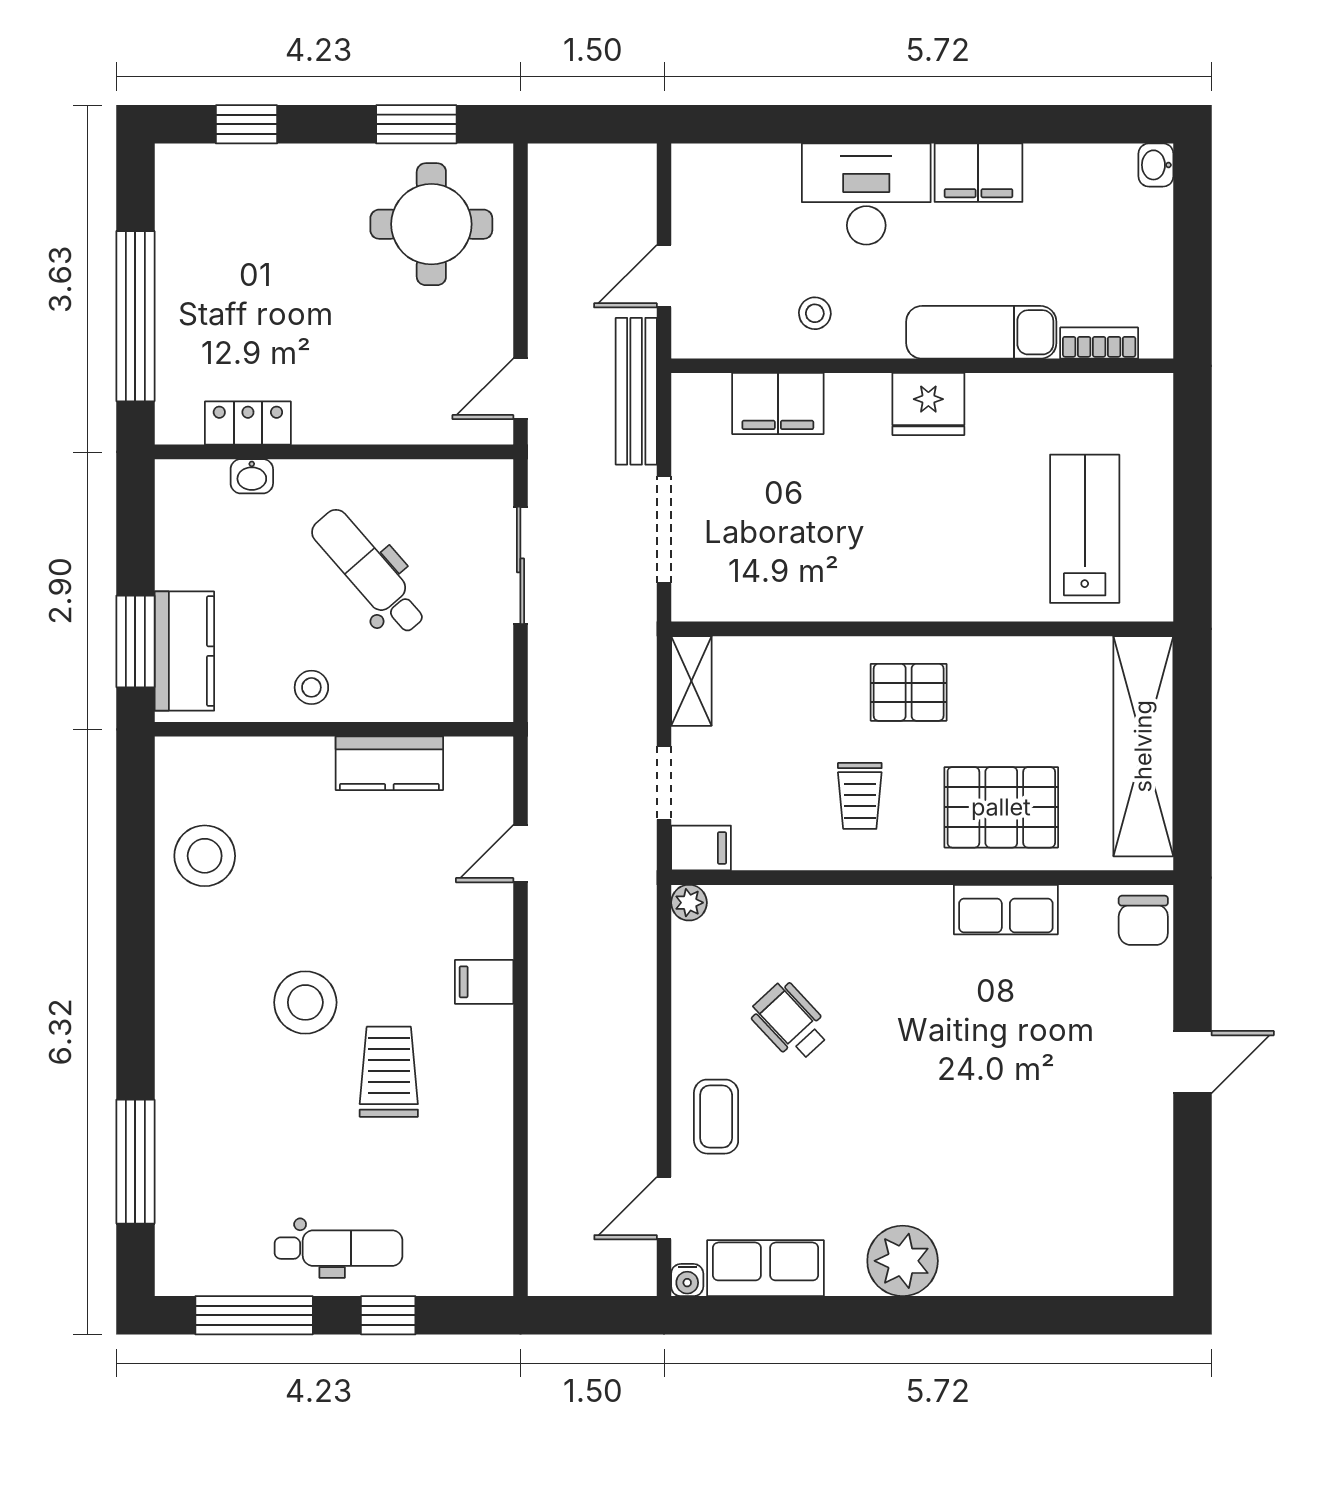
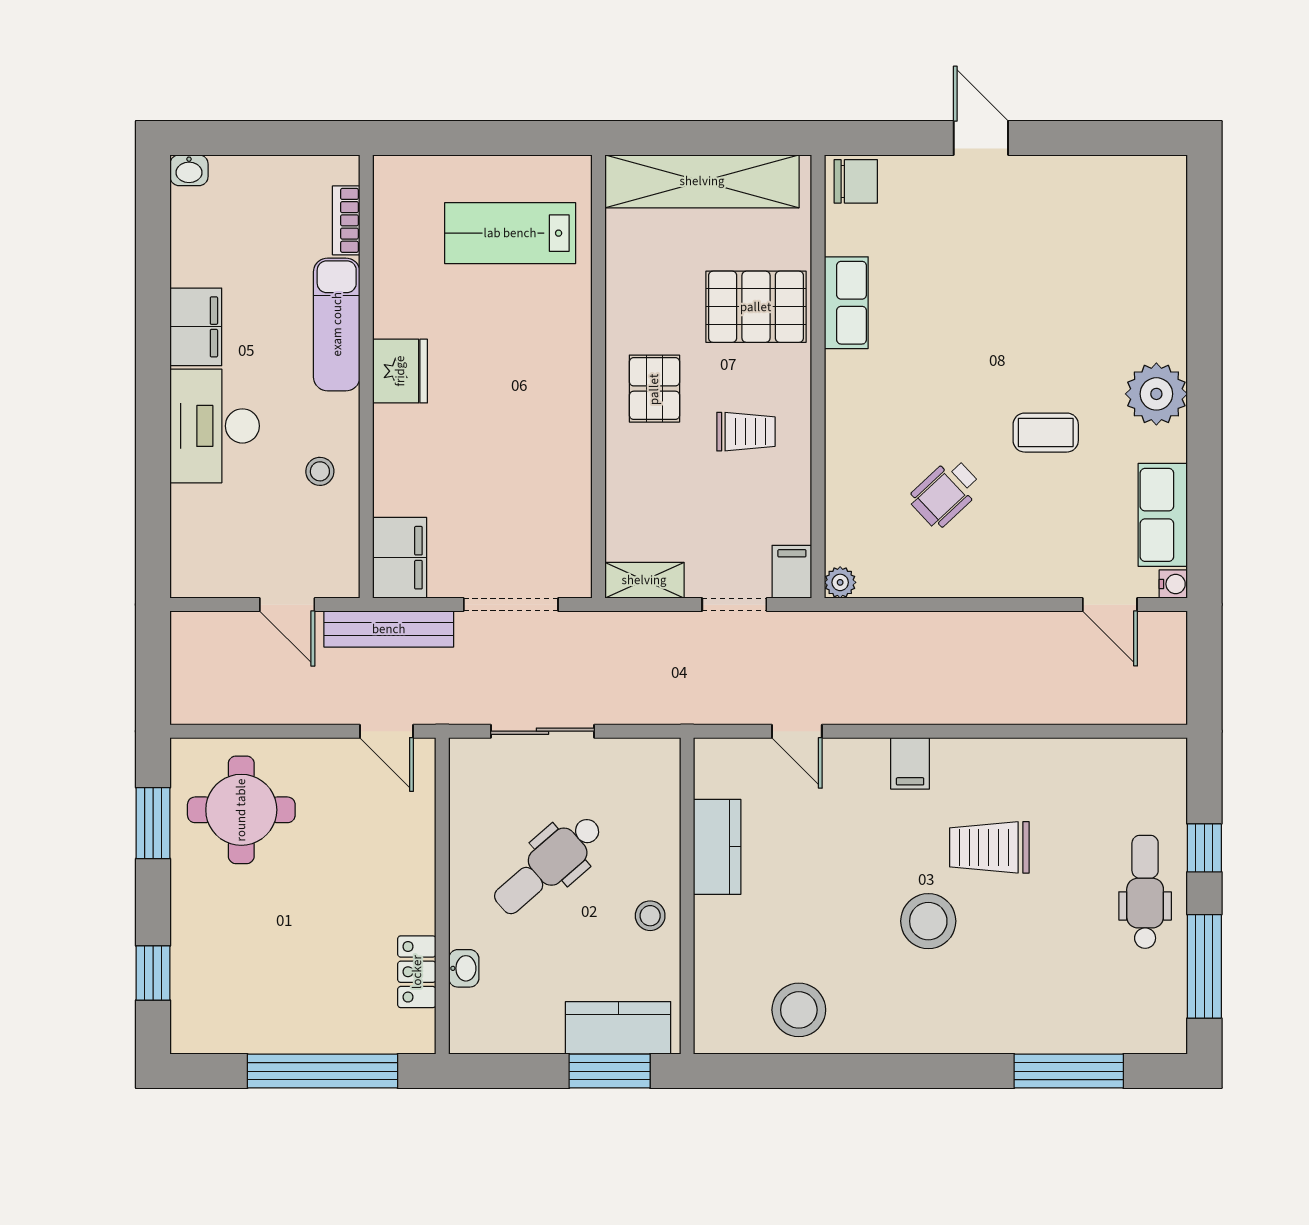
filing cabinet: (778, 404) -> (400, 558), moved
pallet: (1001, 807) -> (756, 307), turned 90
coffee table: (716, 1117) -> (1046, 433), moved

